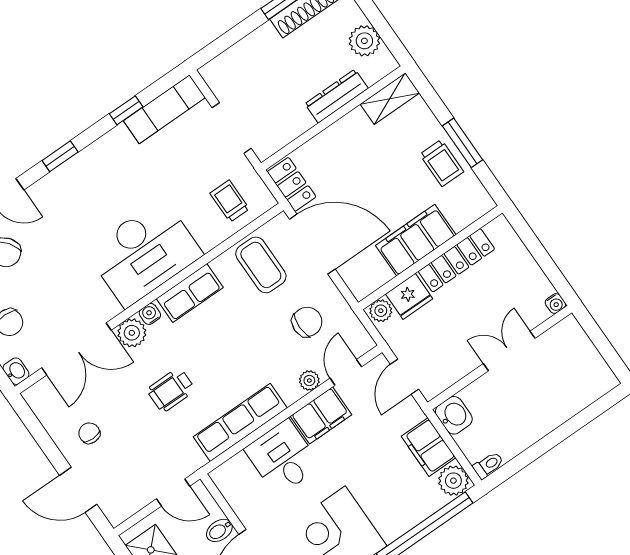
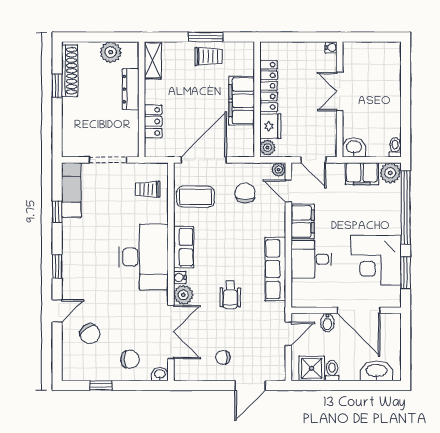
locker: (292, 184) -> (153, 121), moved, turned 90
plant: (309, 381) -> (279, 170), moved

